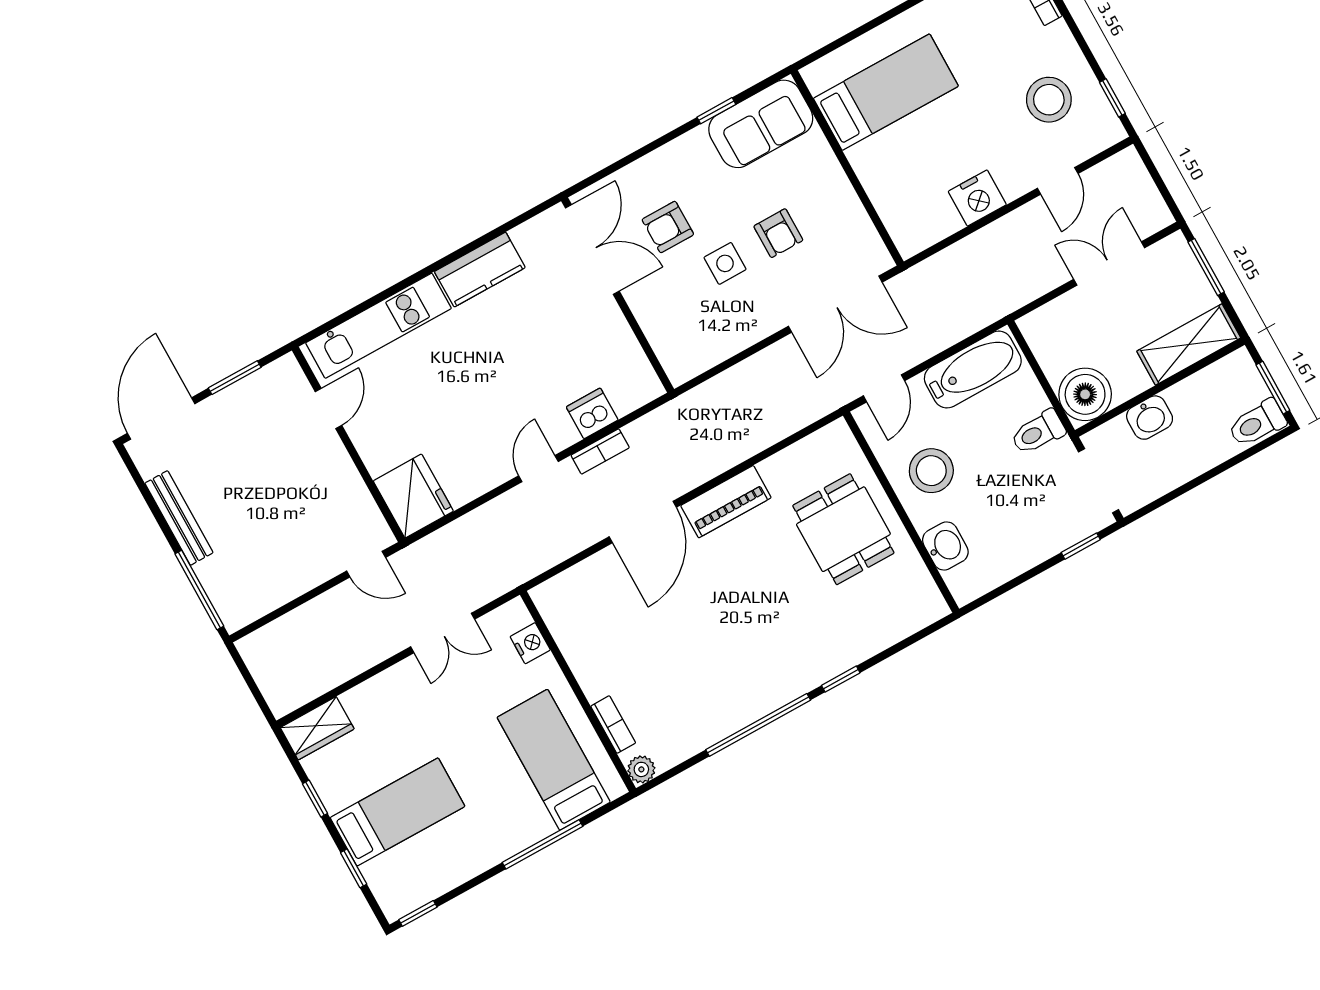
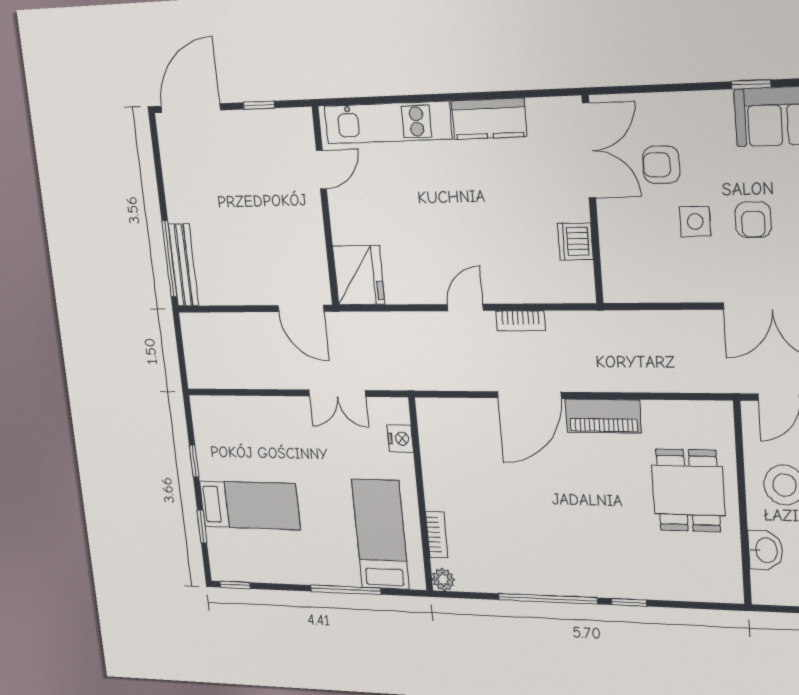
window: (235, 378) -> (259, 105), width x0.67
dishwasher: (592, 413) -> (575, 241), moved, turned -90
bench: (179, 518) -> (183, 265), moved
door: (366, 564) -> (301, 308), width x1.38
wardrobe: (317, 728) -> (216, 411), removed

